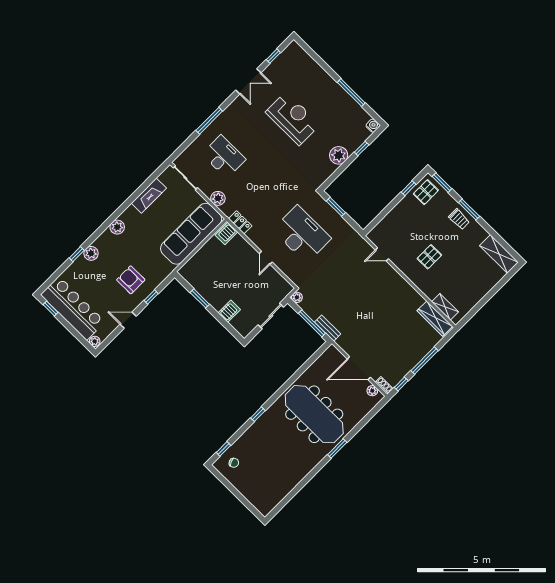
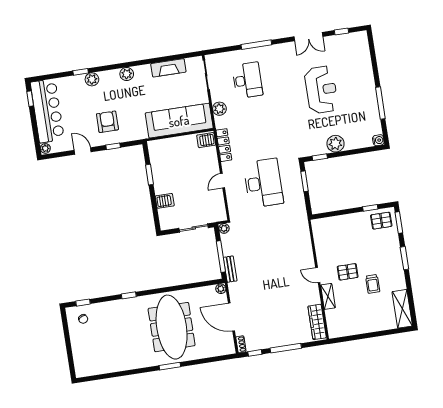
window: (362, 149) -> (320, 157), moved
trolley: (459, 219) -> (373, 284), moved
locker: (240, 222) -> (224, 145), width x1.53
door: (382, 254) -> (318, 275), moved
shelving: (445, 307) -> (328, 296), moved
plant: (372, 391) -> (221, 289), moved

